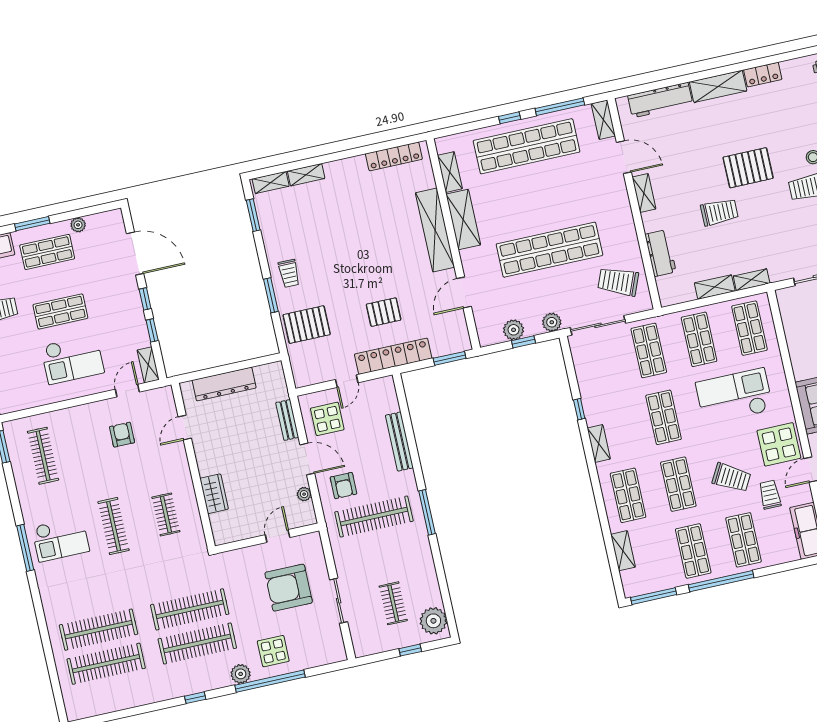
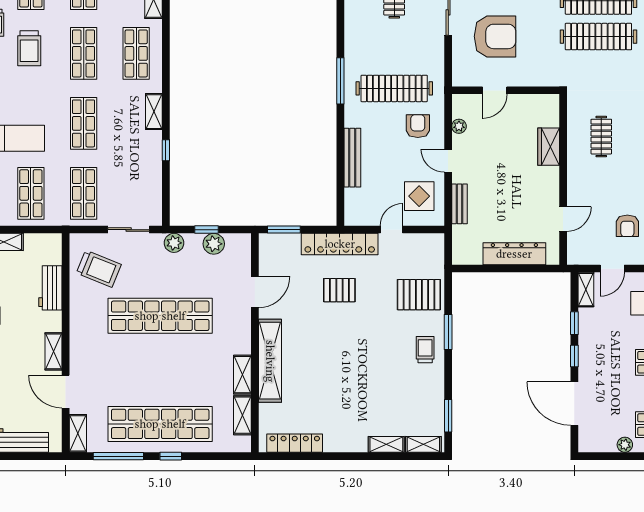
shelving: (463, 220) -> (242, 375), width x0.67, depth x0.75
sliding door: (598, 325) -> (129, 230), width x0.73
door: (307, 459) -> (448, 161), width x0.73
trolley: (731, 478) -> (29, 48), turned -119

